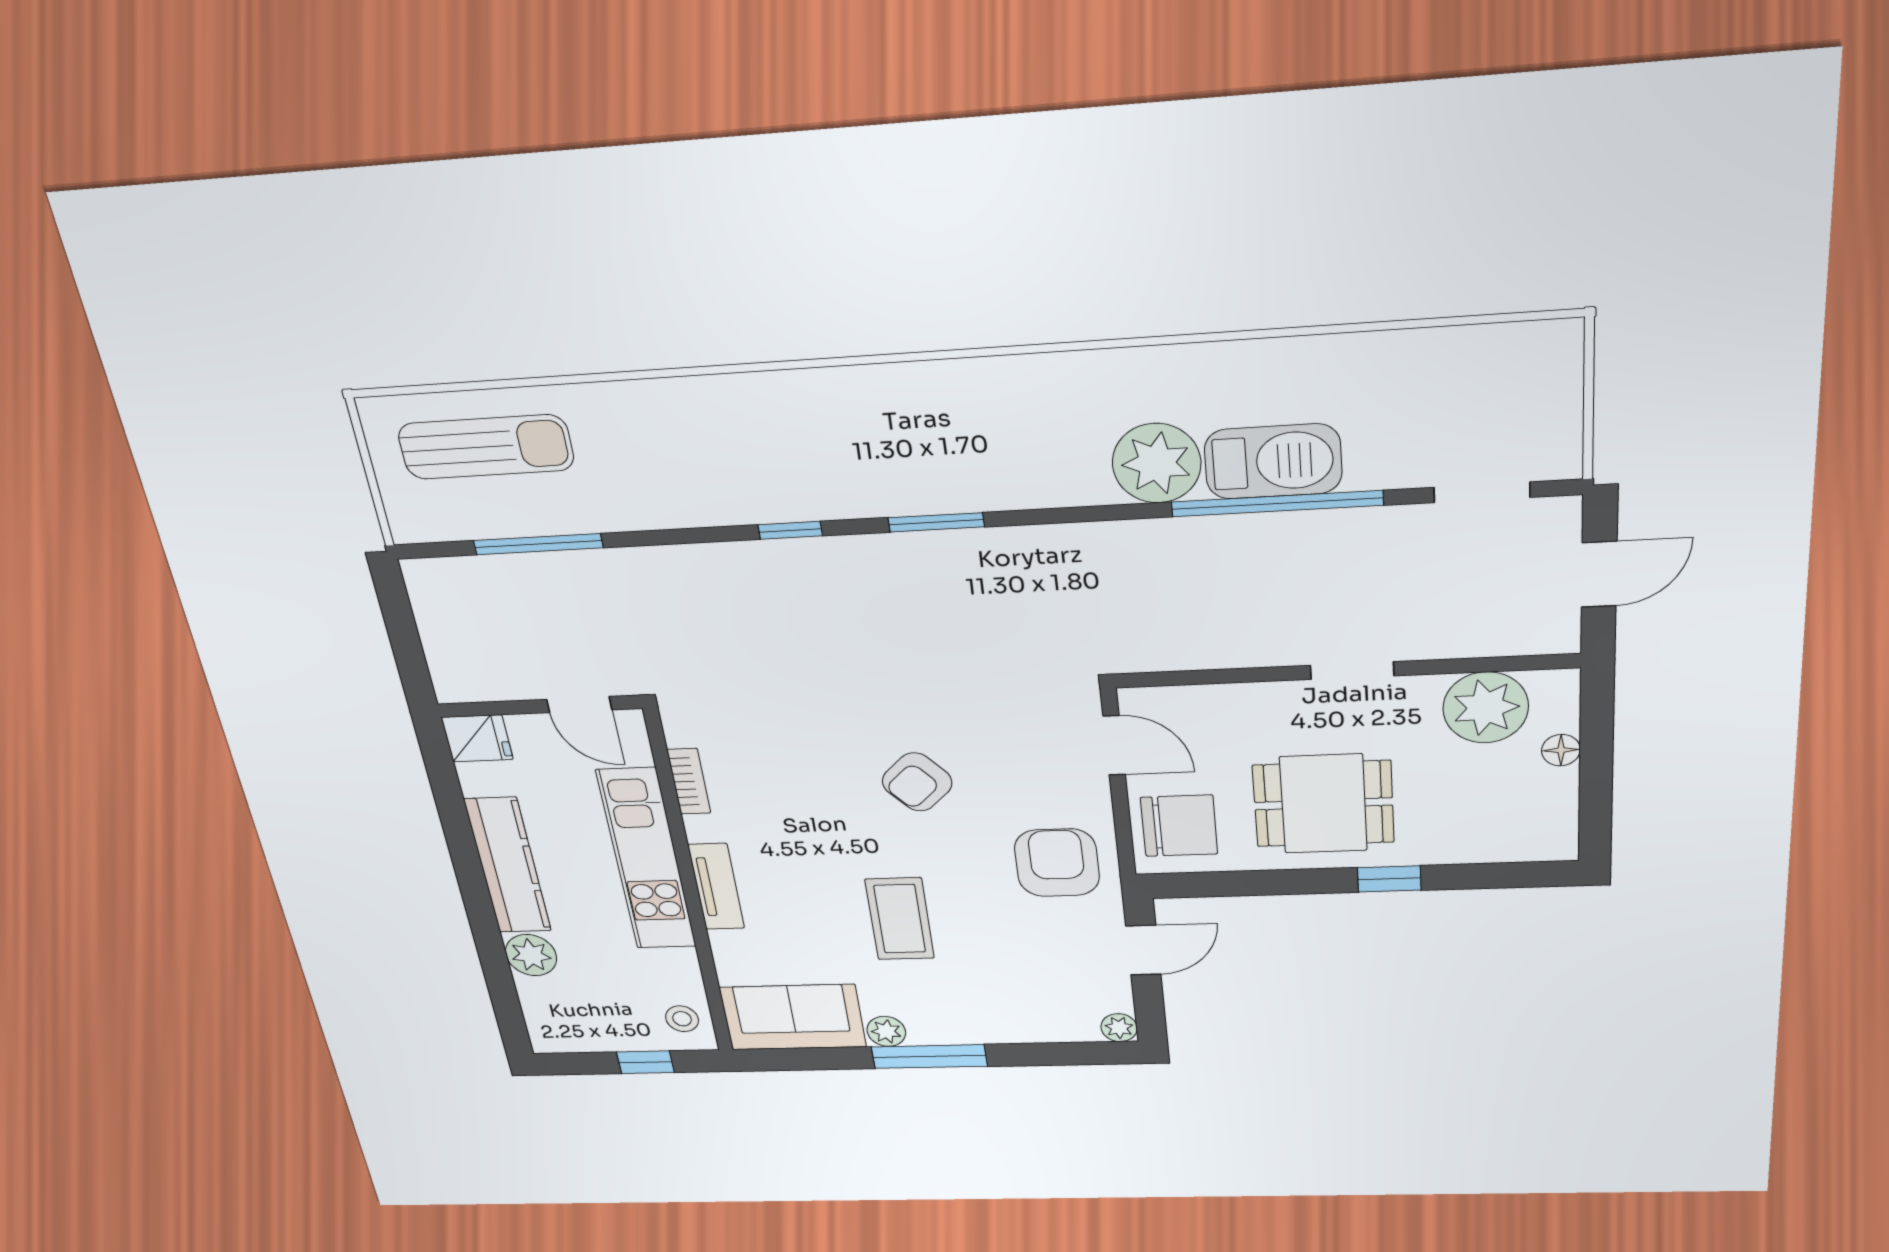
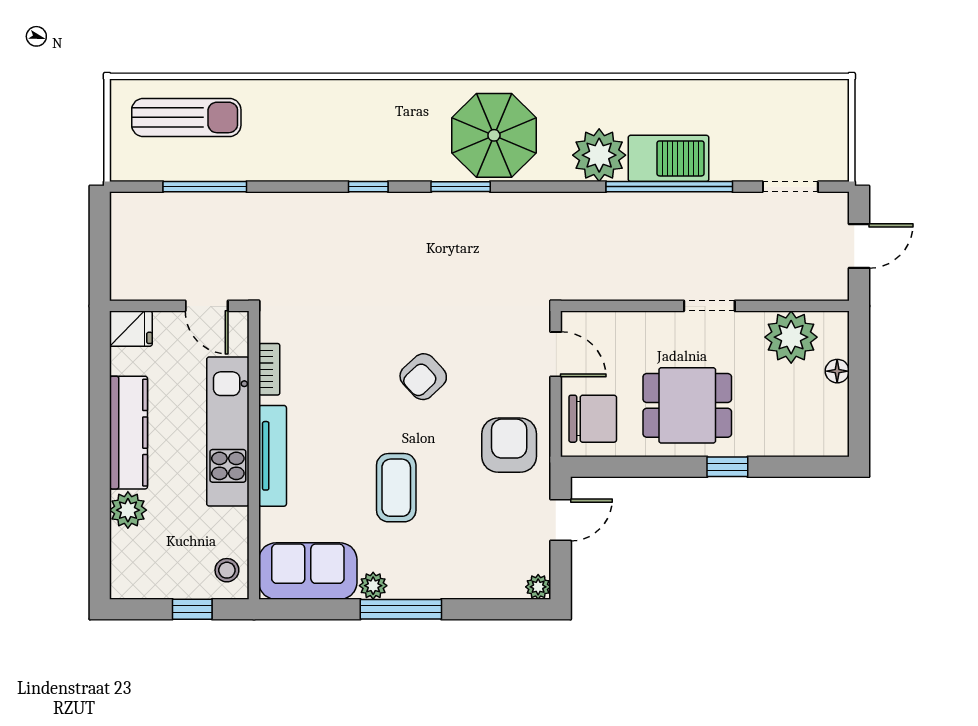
parasol: (980, 444) -> (494, 135), added
tv unit: (716, 887) -> (273, 456), width x1.41

